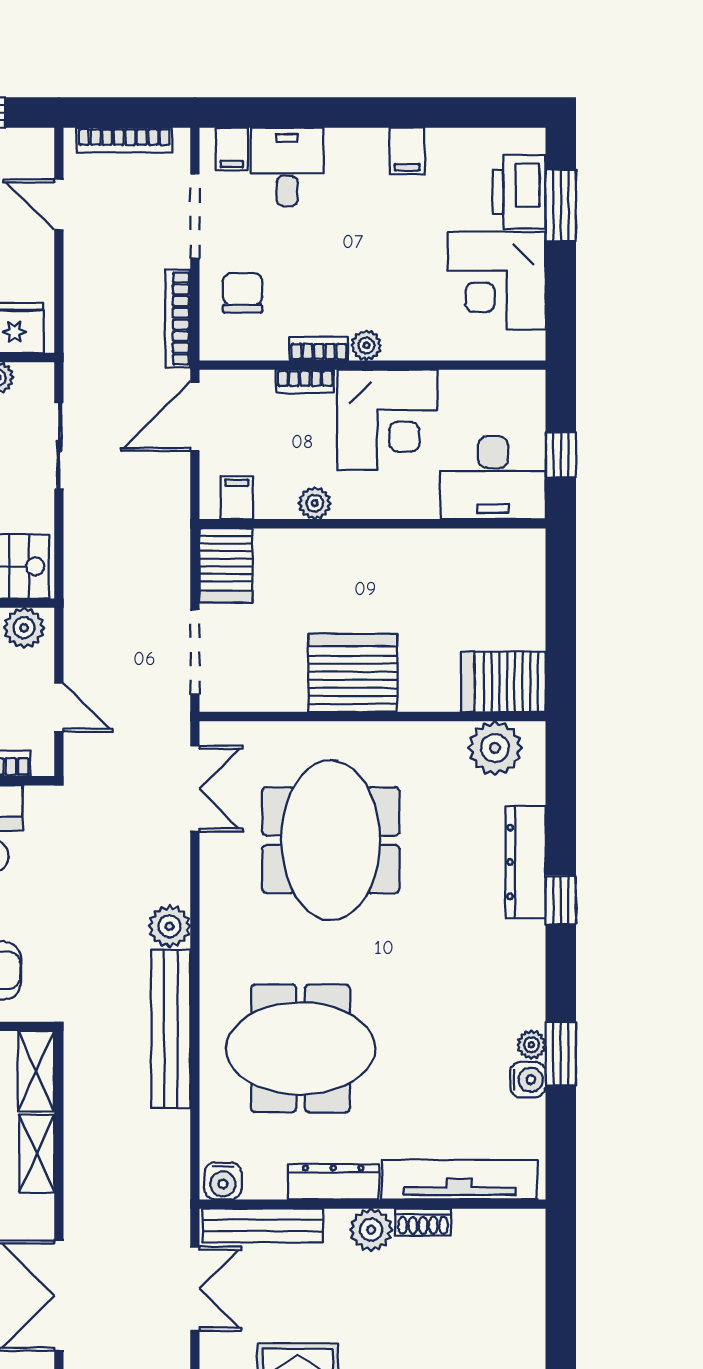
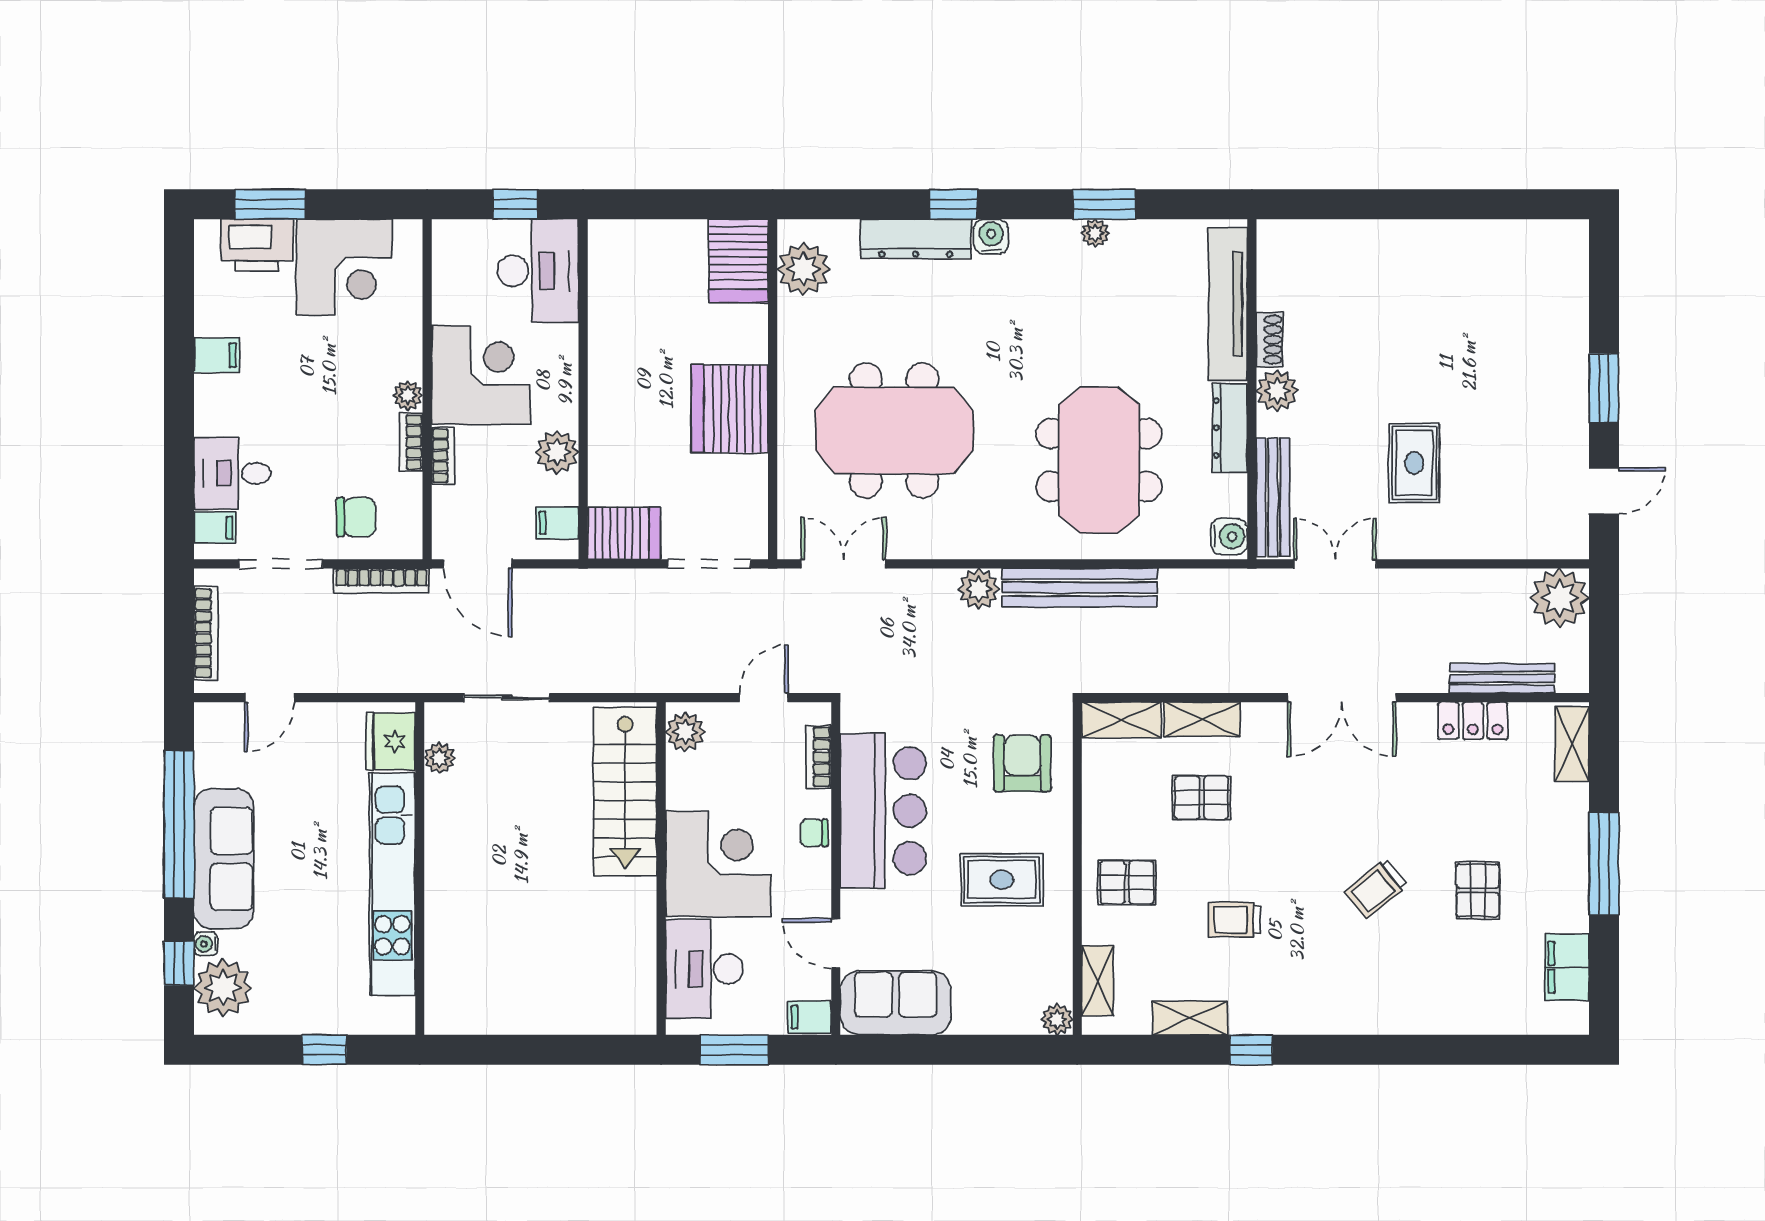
chair: (242, 293) -> (356, 517), turned 180
plant: (315, 503) -> (557, 452), width x1.38, depth x1.38
water cooler: (528, 1080) -> (991, 237), moved

